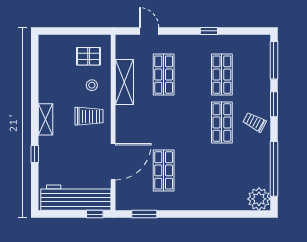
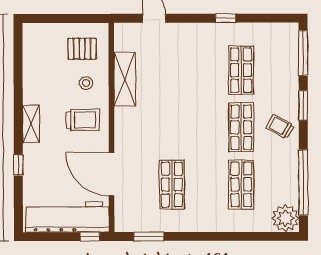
shop shelf: (164, 75) -> (241, 184), moved
door: (113, 162) -> (112, 174), swing flipped

